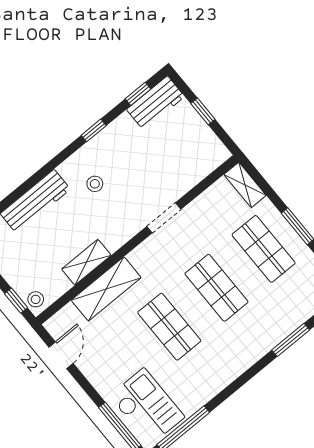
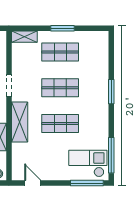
shelving: (106, 289) -> (20, 122), moved
window: (291, 340) -> (111, 92), moved

